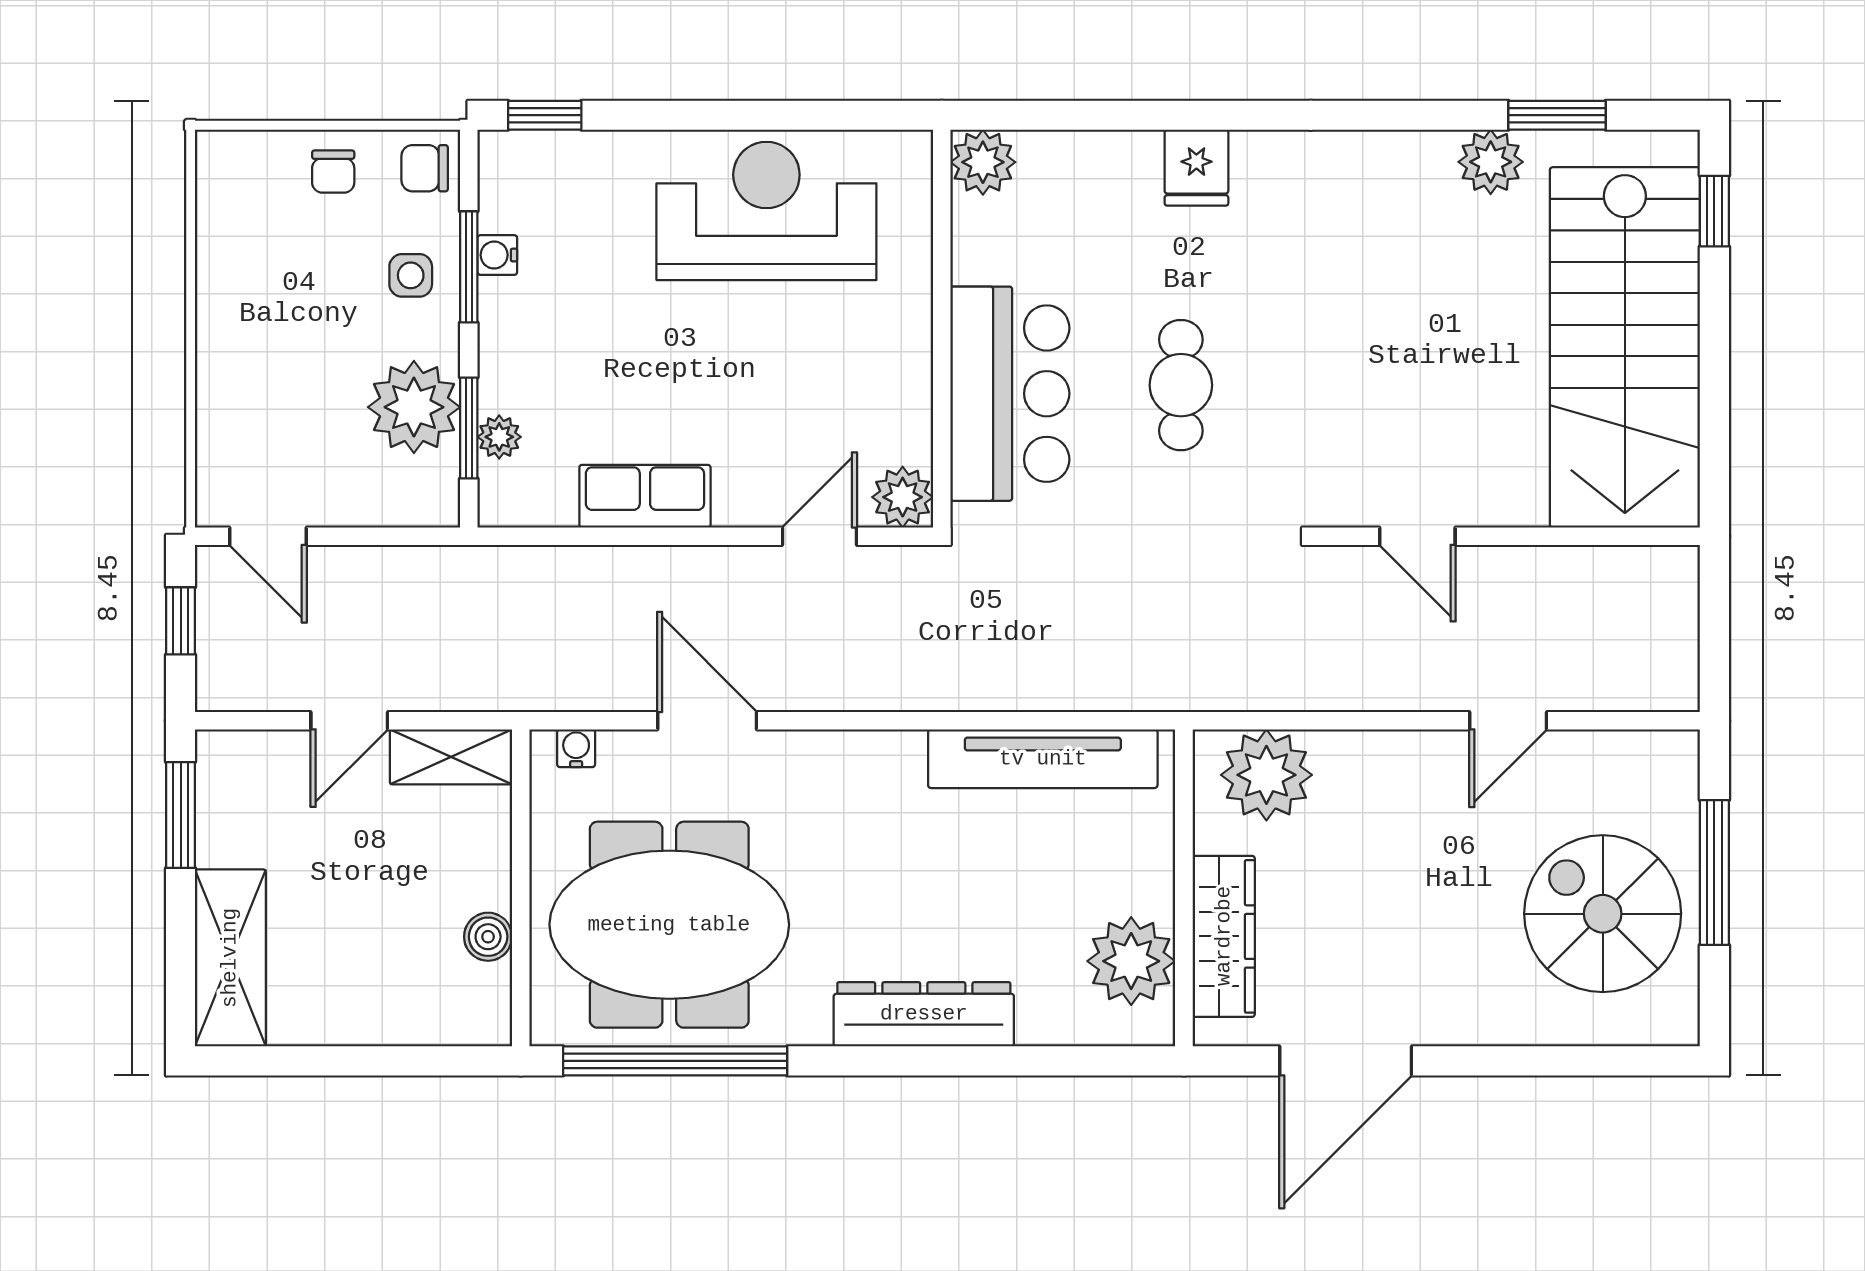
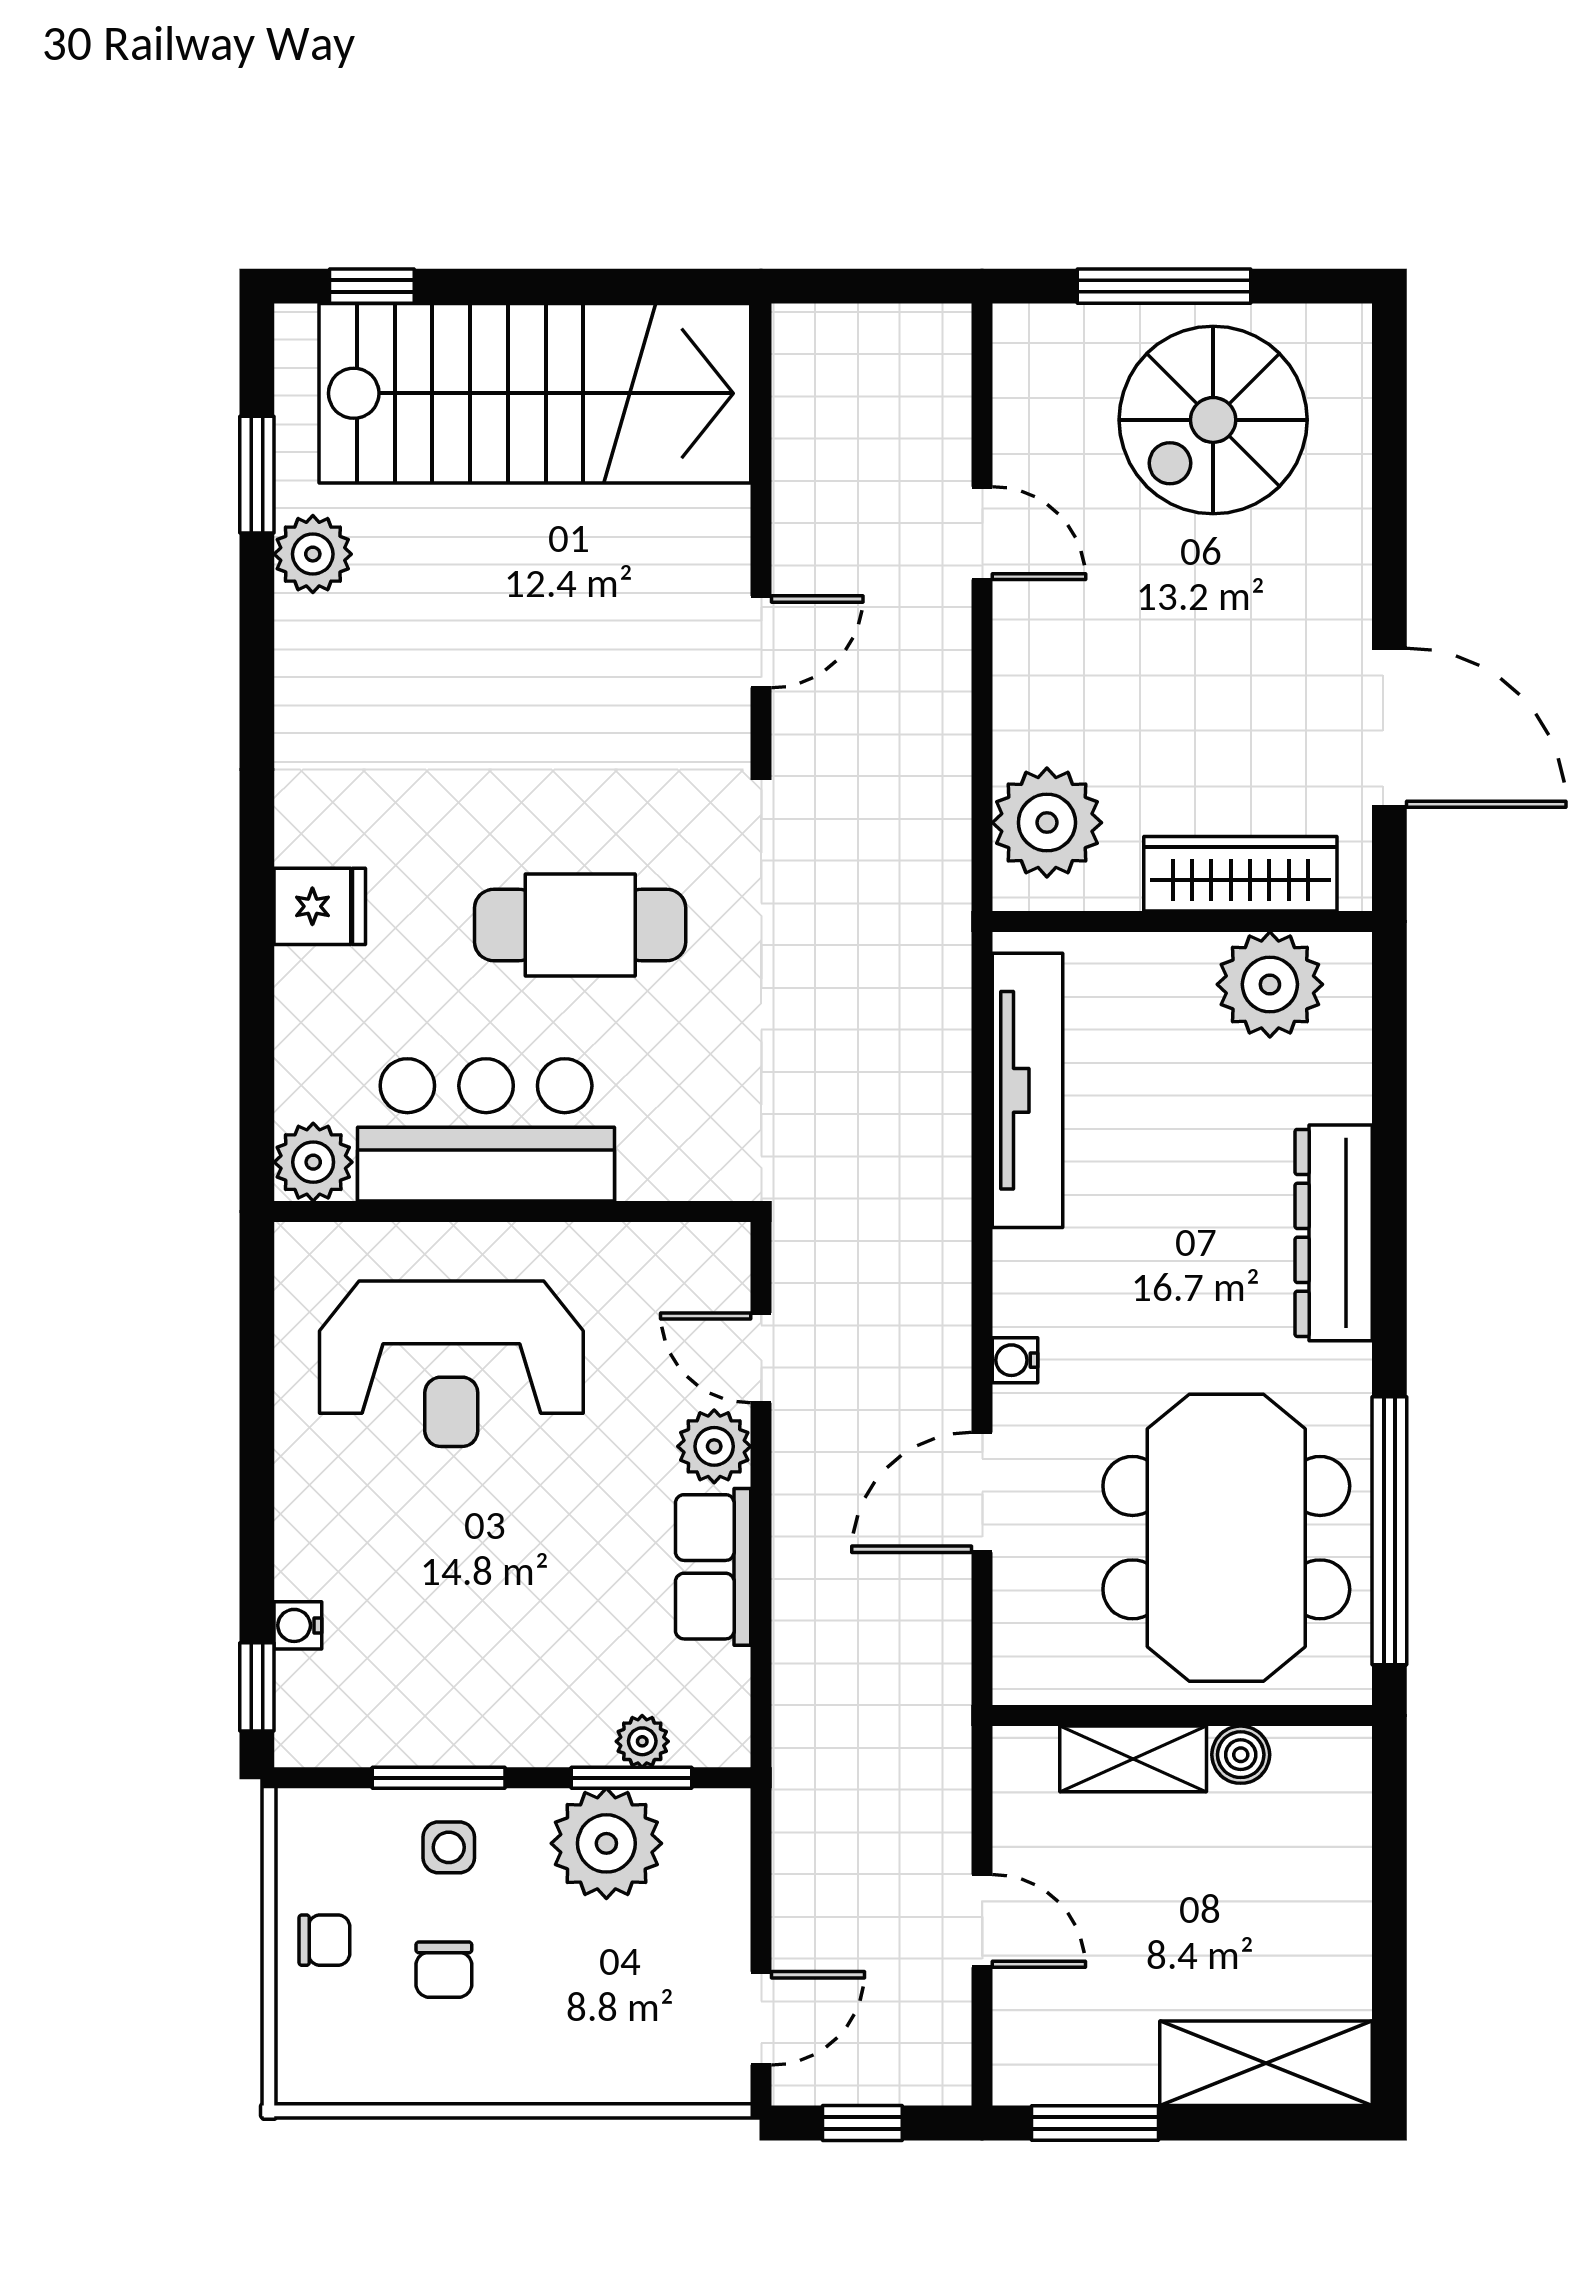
chair: (425, 168) -> (444, 1970), moved
reception desk: (766, 211) -> (451, 1364), moved, turned -90
water cooler: (497, 255) -> (298, 1625), moved, turned 90
cafe table: (1181, 385) -> (580, 925), width x1.37, depth x1.35
bar counter: (1010, 394) -> (486, 1130), moved
plant: (903, 497) -> (714, 1446), moved
water cooler: (576, 748) -> (1015, 1360), moved
shelving: (451, 757) -> (1133, 1759), moved, turned 90

